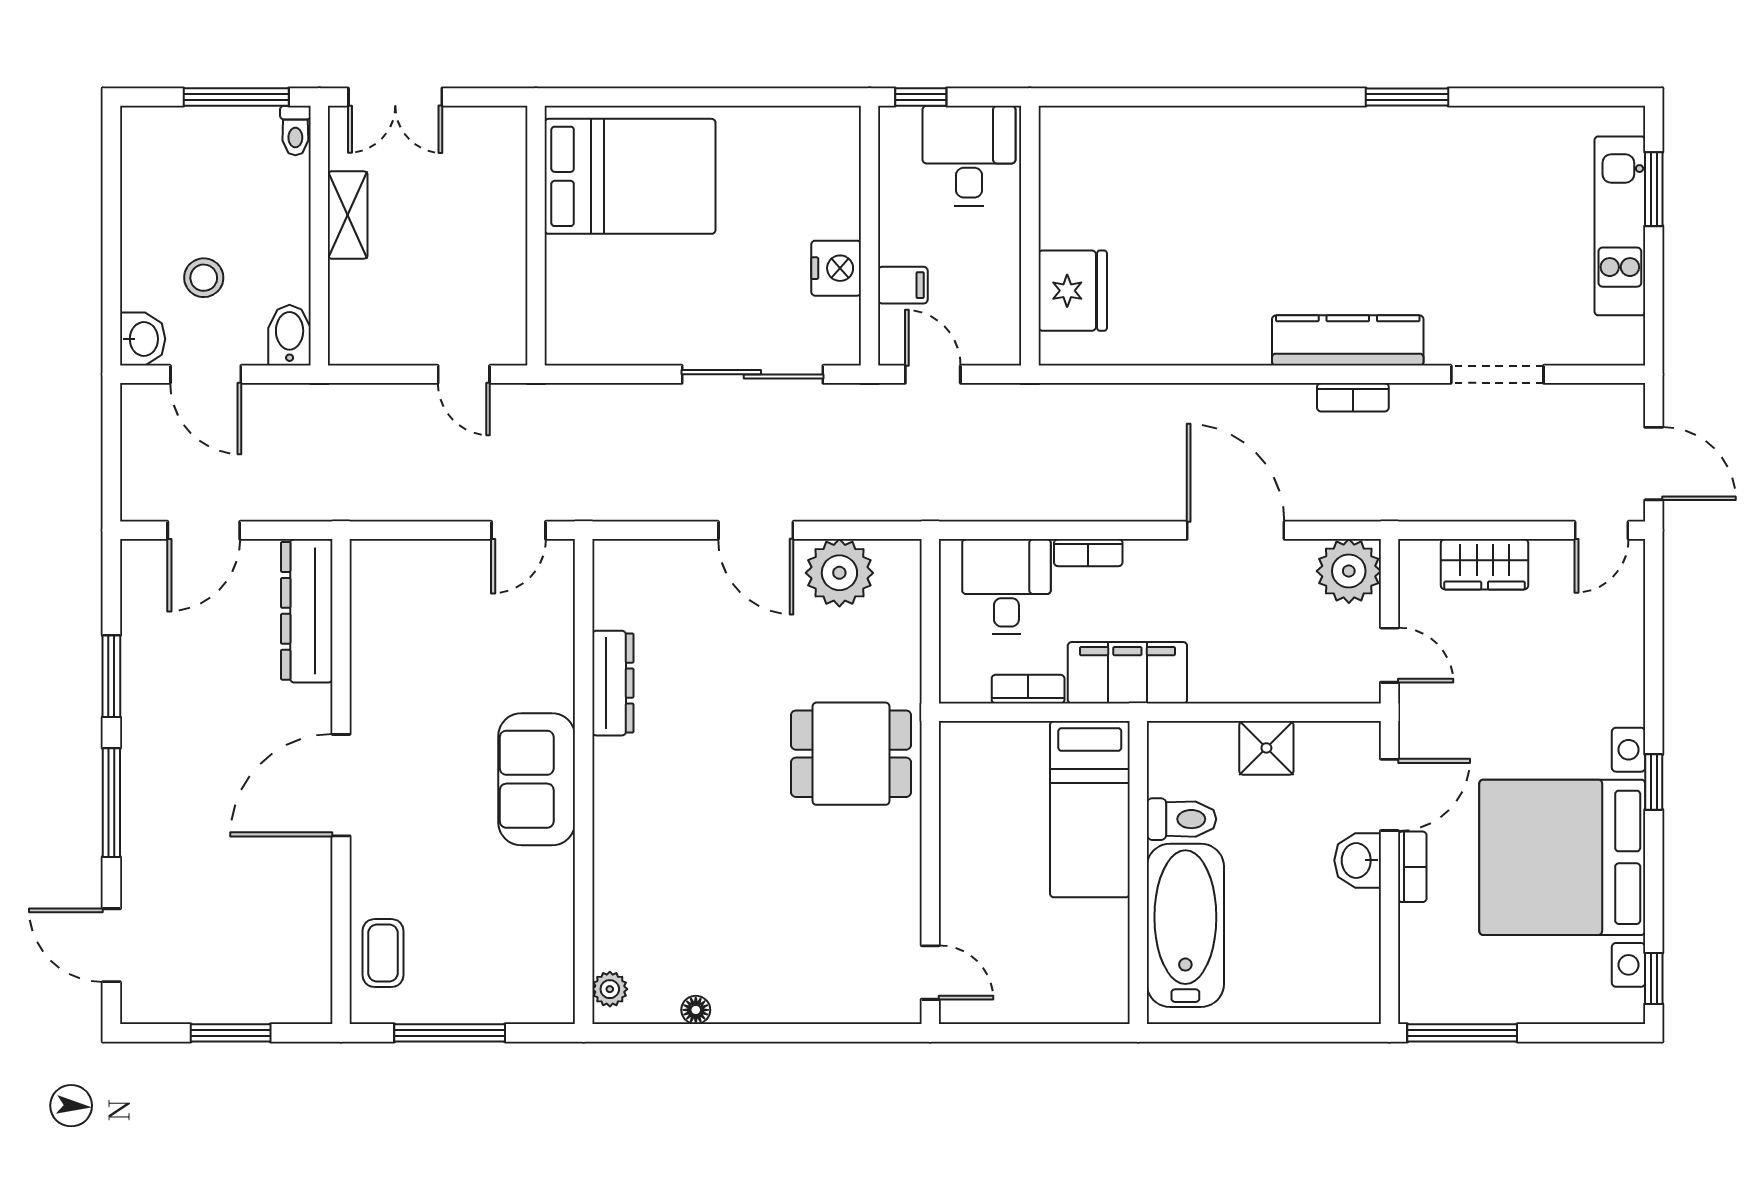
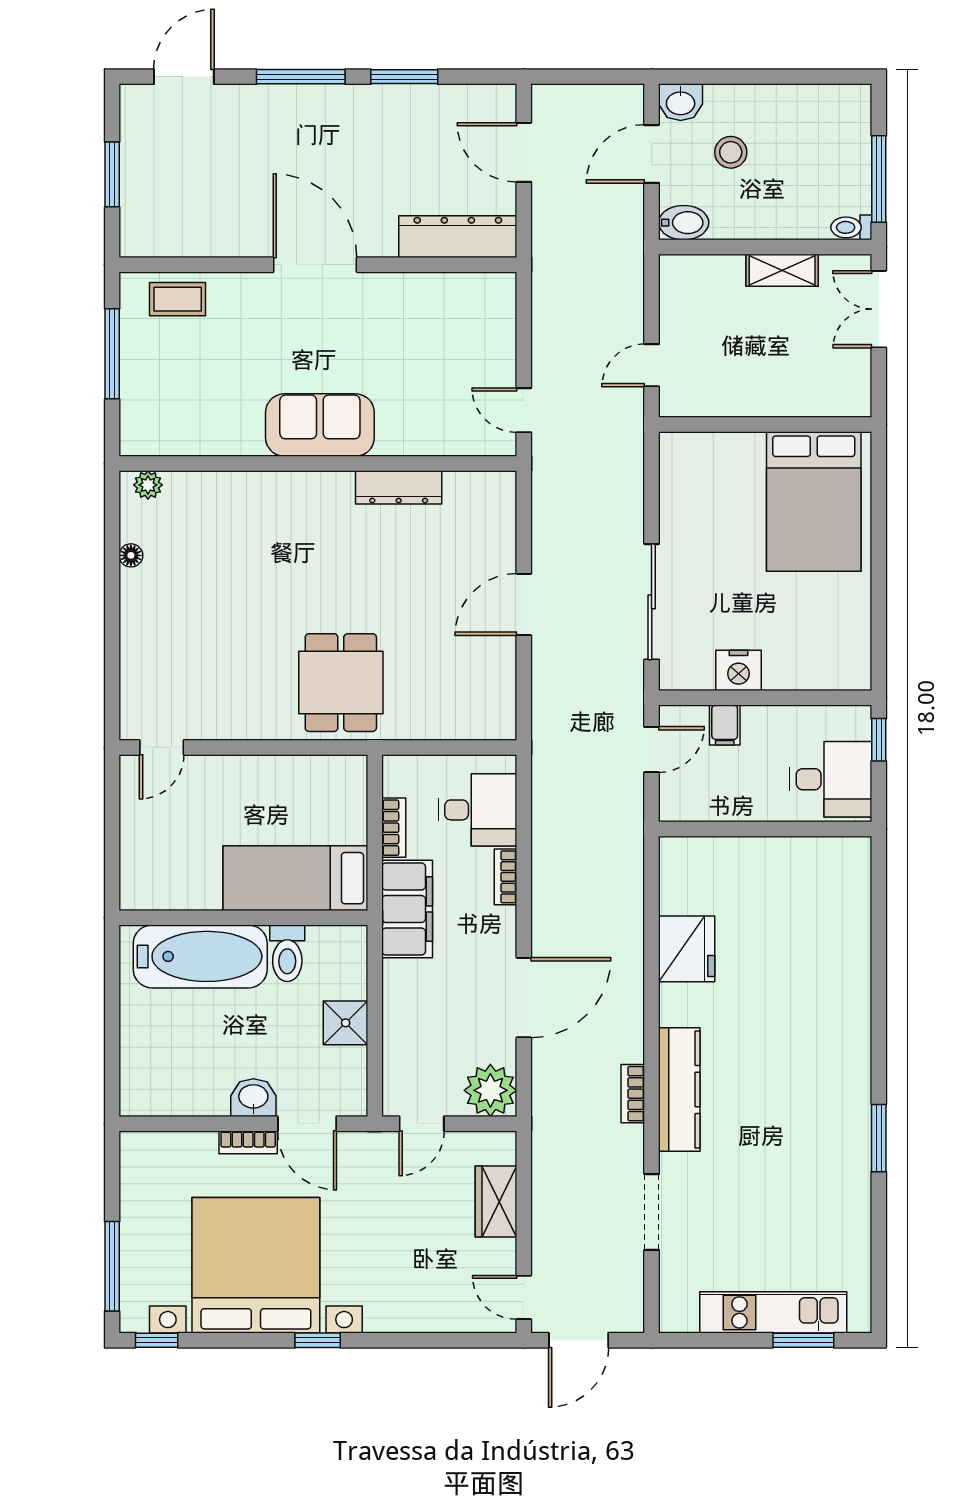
fridge: (1073, 291) -> (687, 949), moved, turned -90
plant: (839, 573) -> (489, 673), removed
window: (1462, 1033) -> (112, 1266), moved

